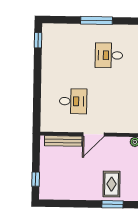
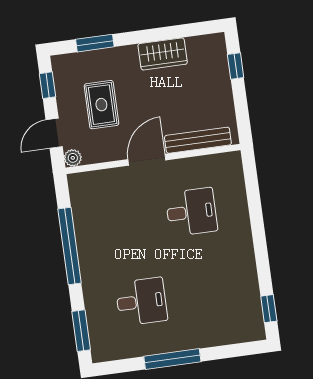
desk: (73, 101) -> (191, 212), turned 180
rug: (112, 184) -> (101, 105), moved
wardrobe: (75, 192) -> (163, 54), added

